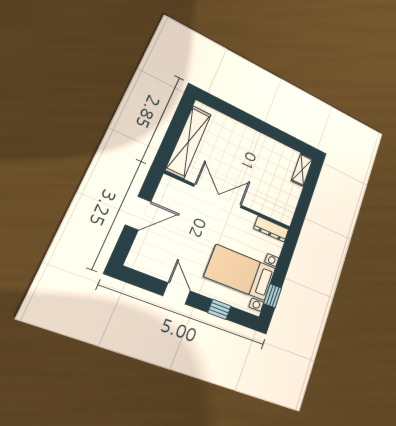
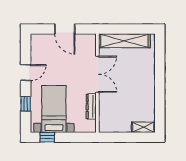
dresser: (271, 229) -> (91, 106), moved

